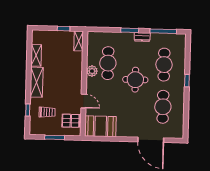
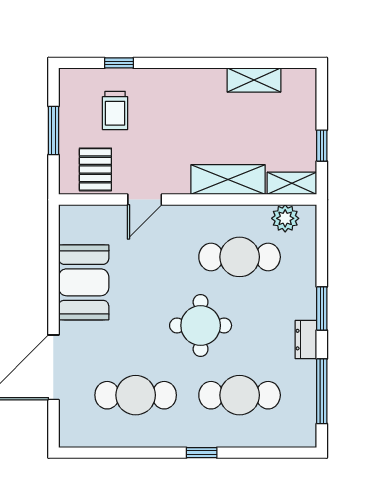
plant: (92, 71) -> (285, 218), moved
shelving: (37, 82) -> (228, 180), moved
booth: (101, 126) -> (84, 282), moved

